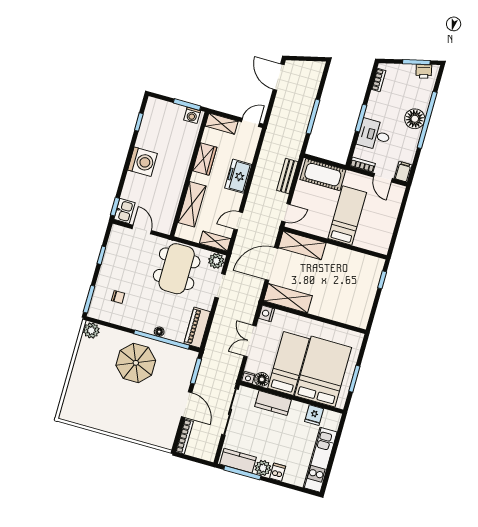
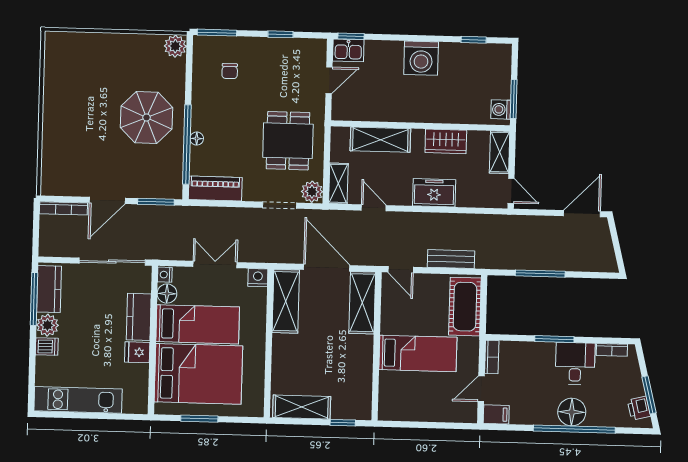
desk: (374, 135) -> (575, 364), moved
dining table: (177, 269) -> (288, 141), width x0.73
shelving: (364, 306) -> (302, 407), added
fridge: (314, 415) -> (137, 352), moved

